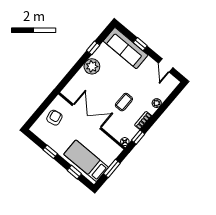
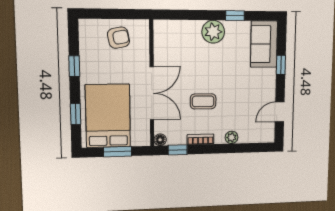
sofa: (126, 48) -> (264, 44), width x0.73
double door: (87, 117) -> (152, 93), moved
bed: (86, 161) -> (108, 116), width x1.50

